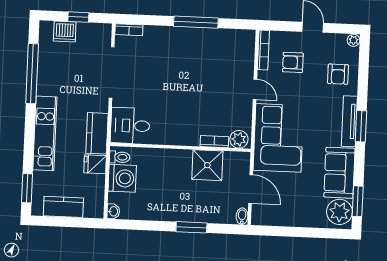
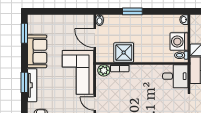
plant: (339, 212) -> (36, 26), removed

